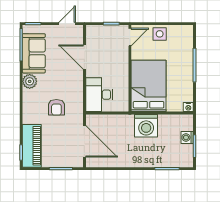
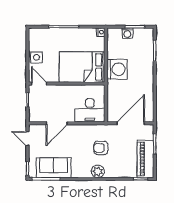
plant: (30, 81) -> (98, 171), moved
armchair: (56, 107) -> (101, 148), turned 180
piano: (32, 146) -> (145, 159), moved, turned -90

